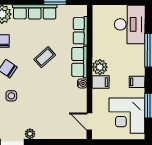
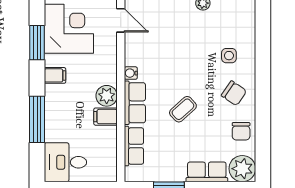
row of seats: (35, 12) -> (207, 172), width x0.68
desk: (130, 24) -> (65, 162), width x0.73
filing cabinet: (101, 82) -> (105, 117), moved

